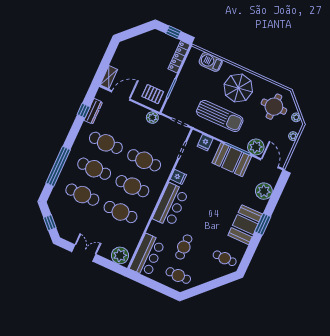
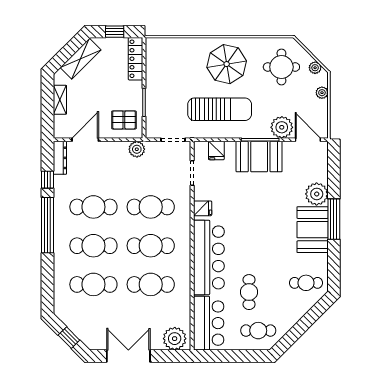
shelving: (142, 40) -> (81, 59), added
barbecue: (211, 62) -> (178, 47), removed
shelving: (109, 77) -> (60, 100), moved
dresser: (93, 111) -> (60, 158), moved
window: (58, 166) -> (48, 225), moved
plant: (264, 191) -> (317, 194), moved
bar counter: (171, 205) -> (209, 257), width x1.36
window: (263, 224) -> (334, 219), width x1.44
double door: (84, 253) -> (128, 356), width x1.37

